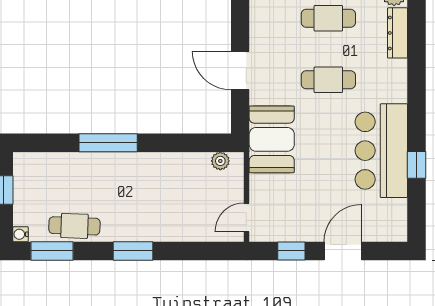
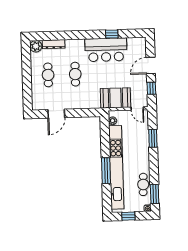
door: (240, 71) -> (56, 114), moved
booth: (272, 139) -> (115, 98), moved
kitchen unit: (115, 166) -> (116, 167), added
window: (133, 251) -> (153, 138), moved
door: (343, 251) -> (151, 65), hinge flipped

